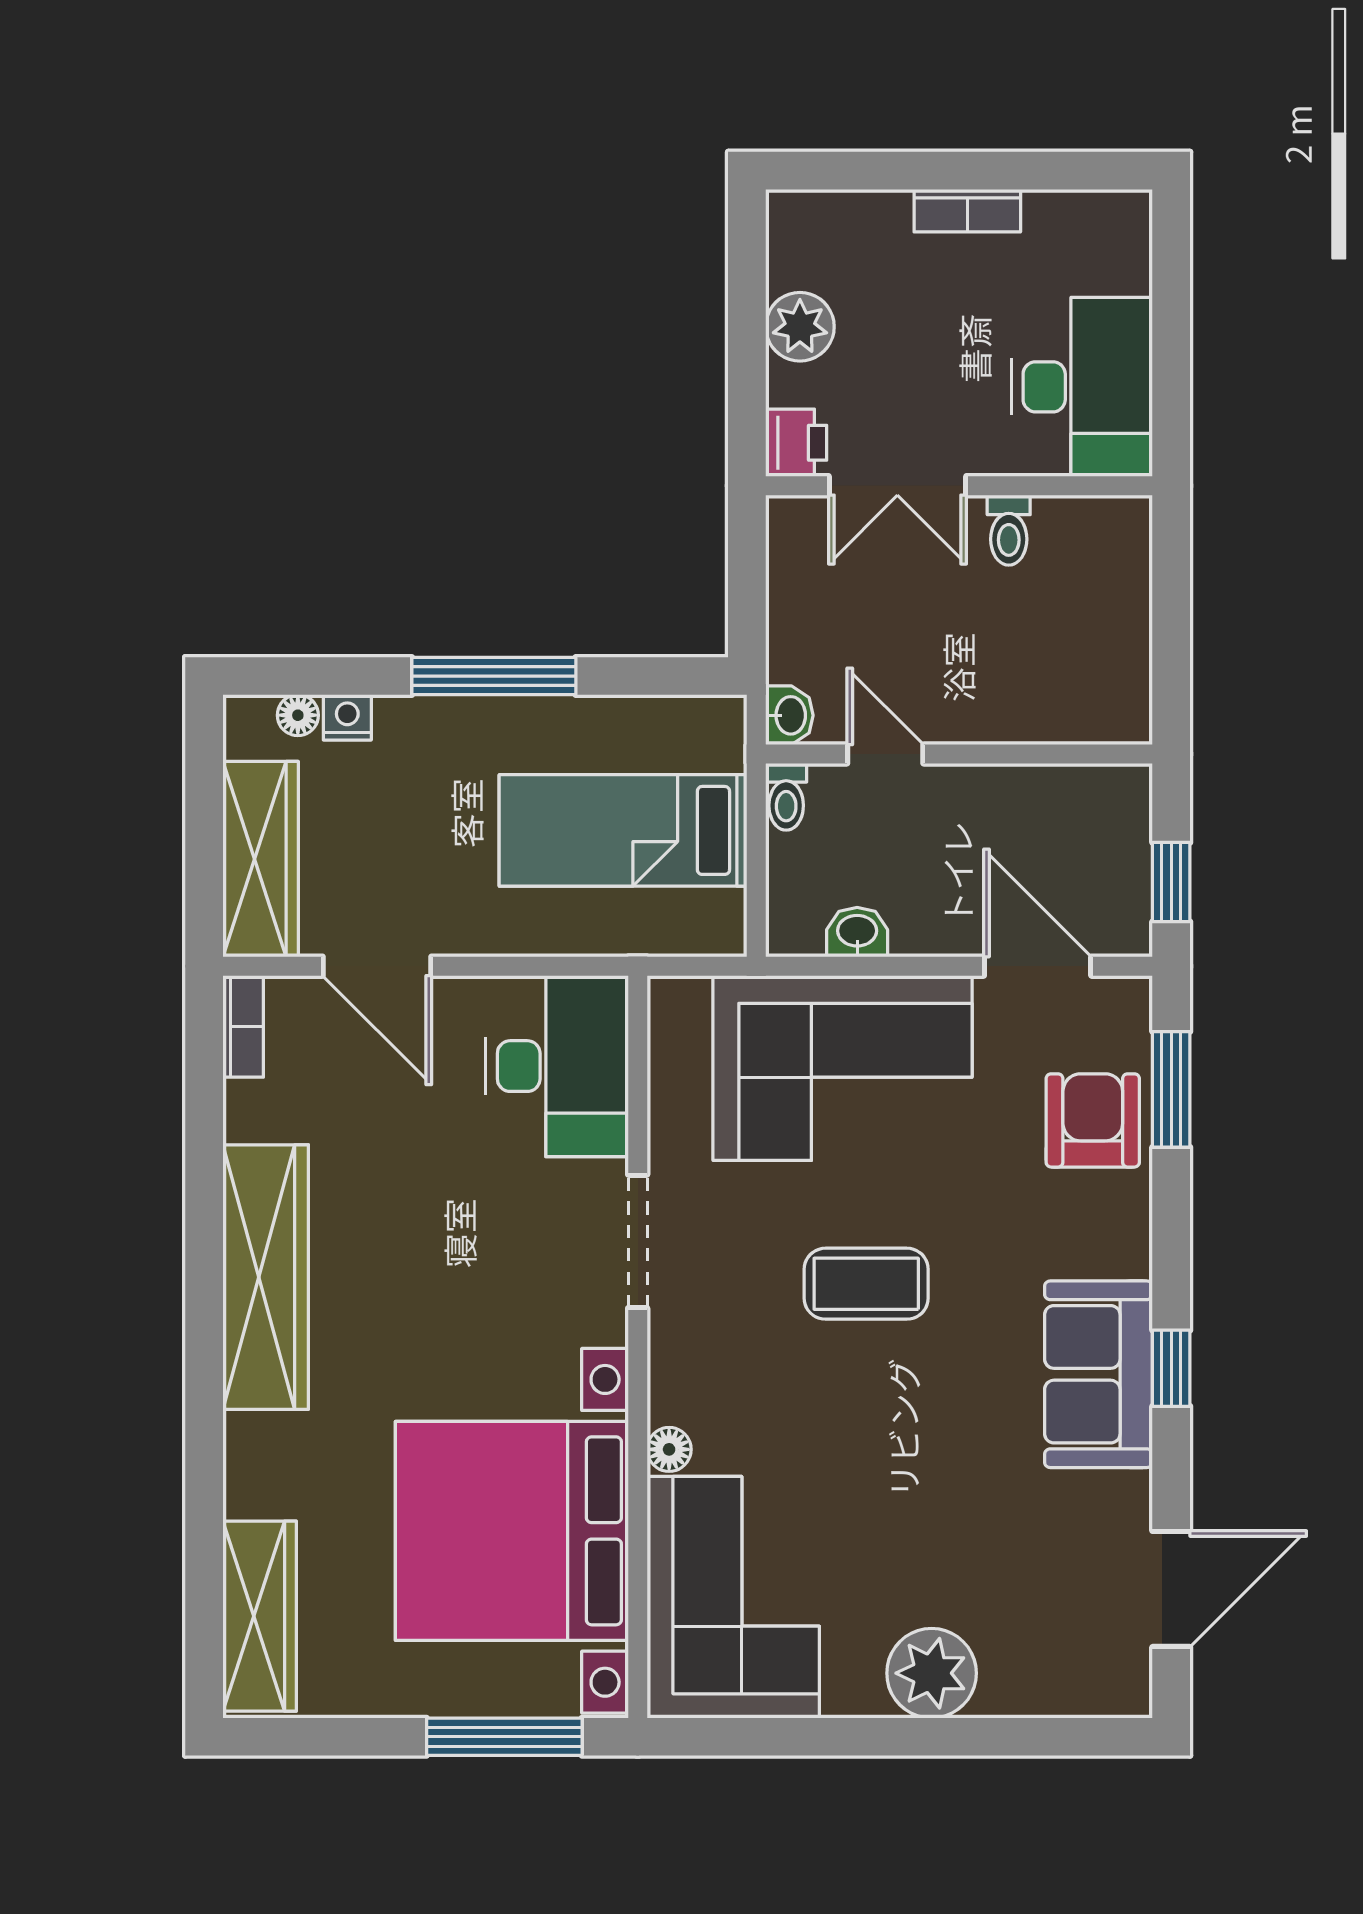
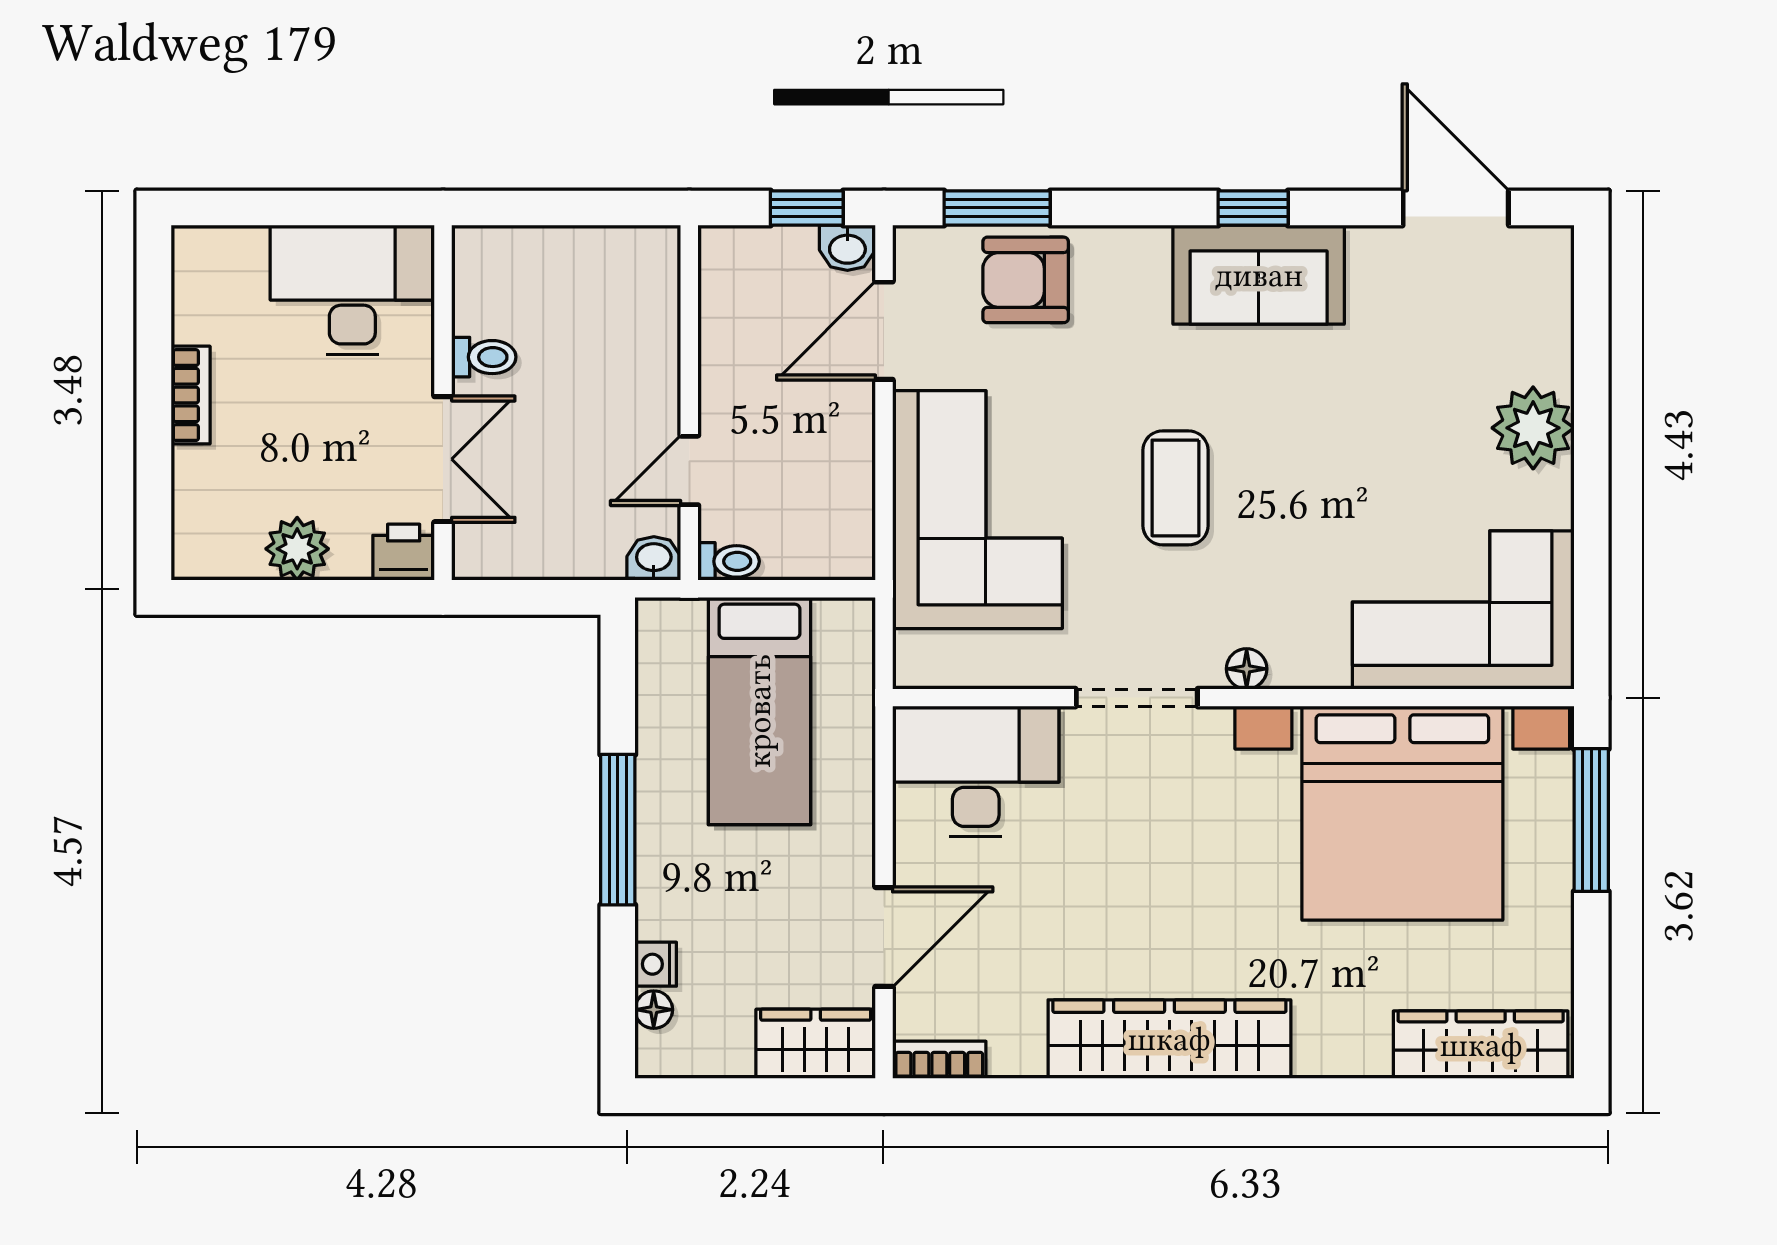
wardrobe: (261, 859) -> (816, 1044), width x0.67
washbasin: (857, 932) -> (847, 248), moved, turned -90
floor lamp: (669, 1449) -> (1247, 669), moved

